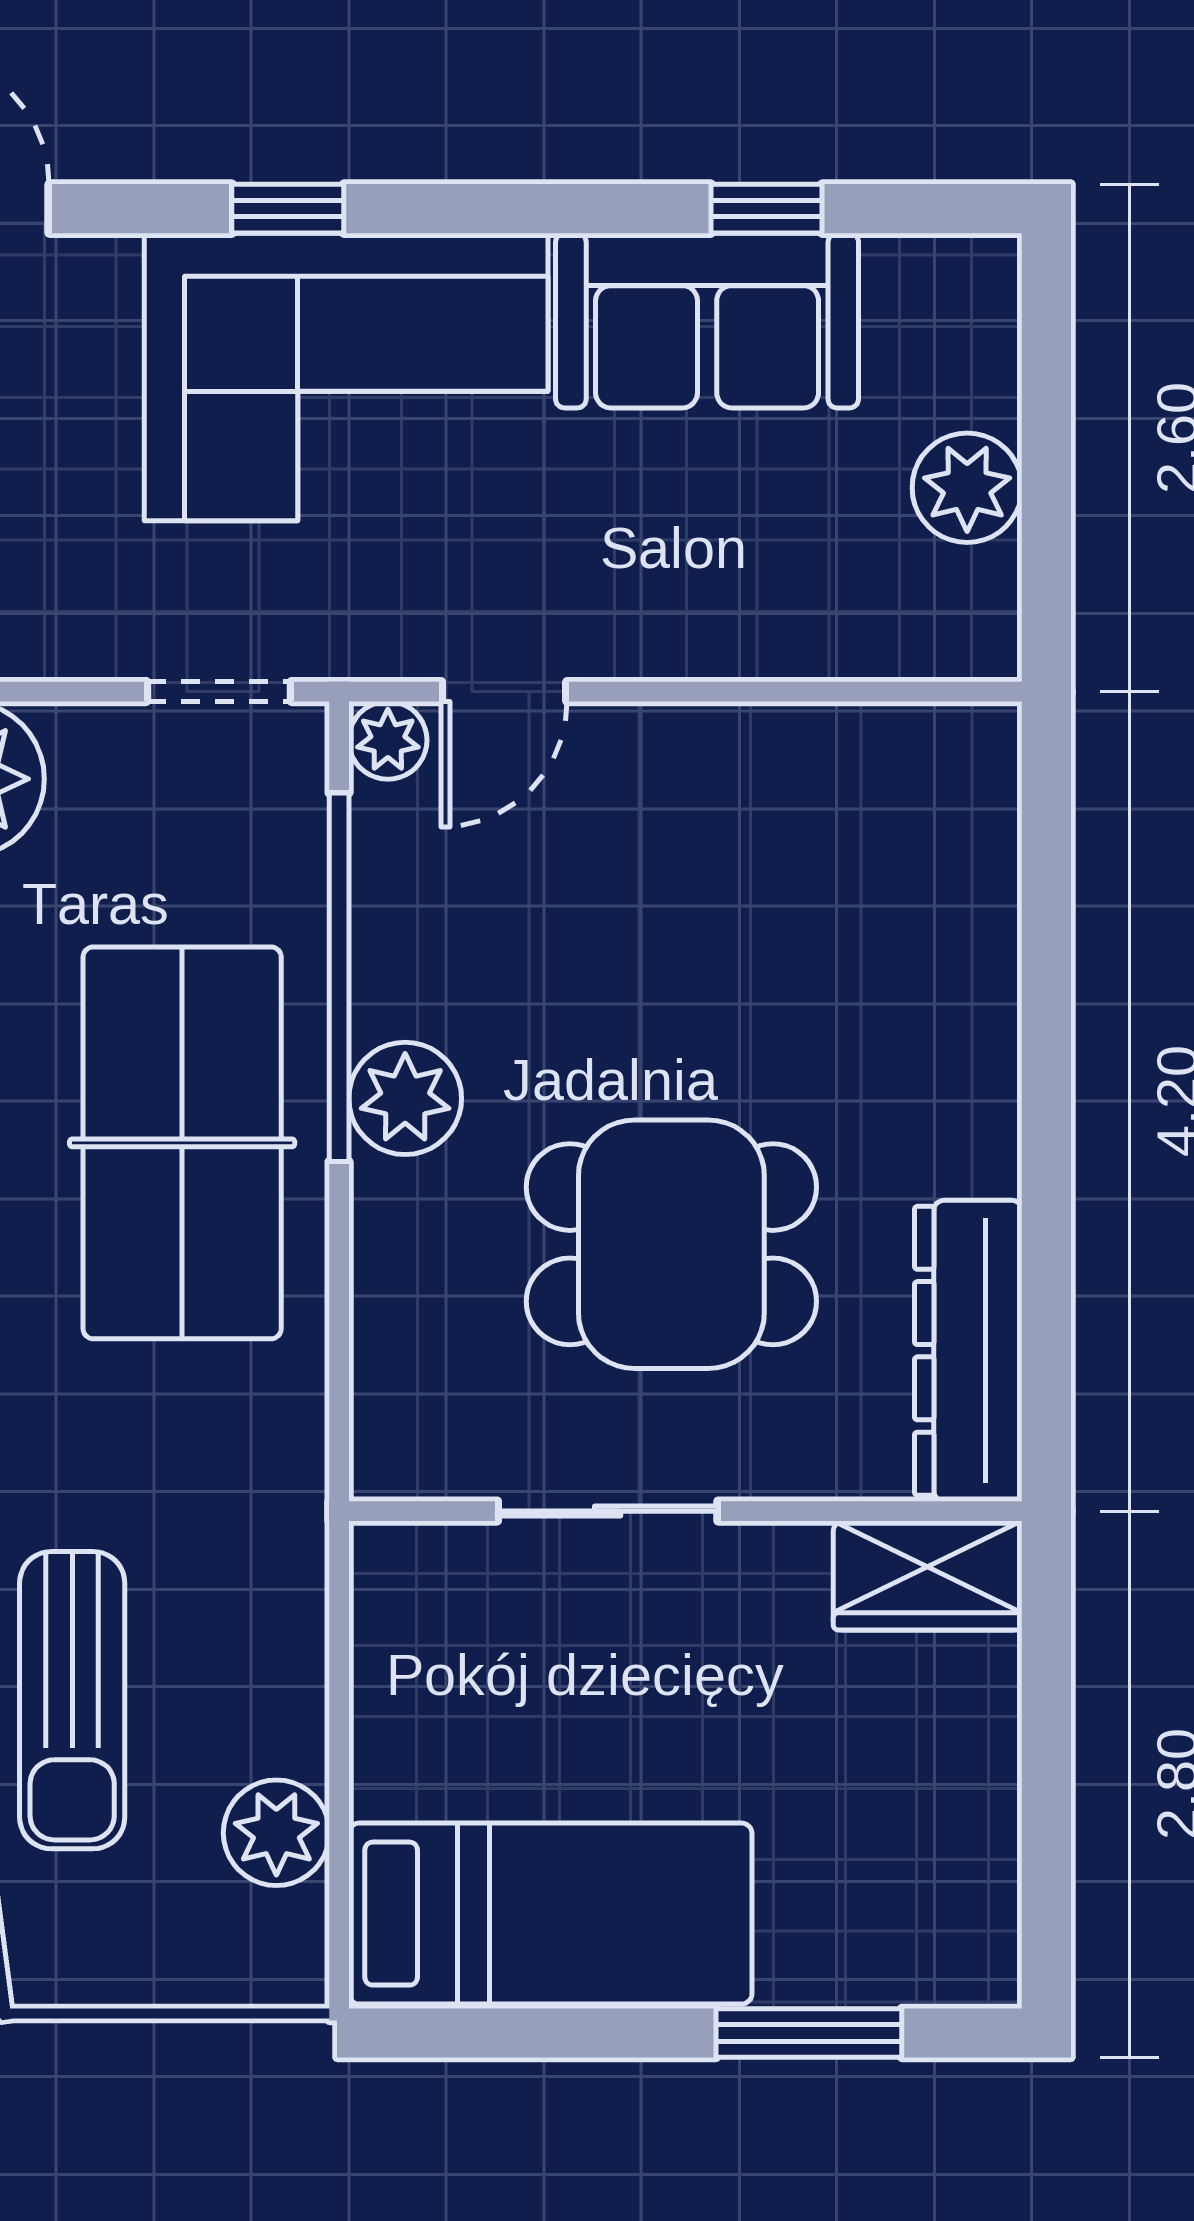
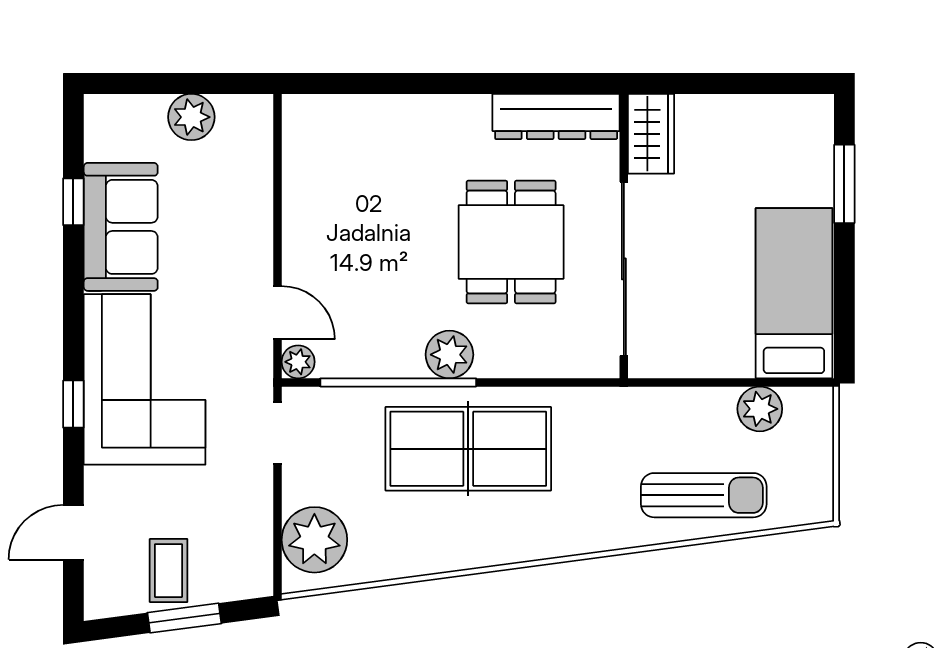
sliding door: (608, 1511) -> (624, 269), width x1.86

